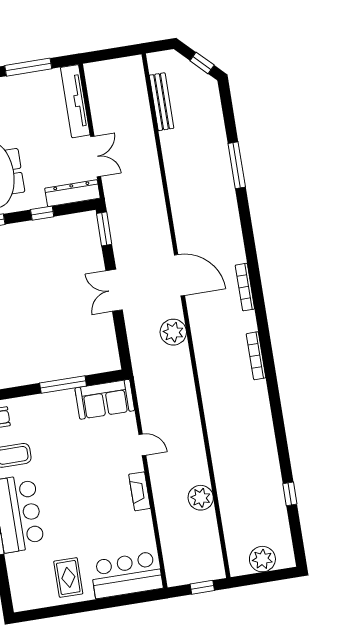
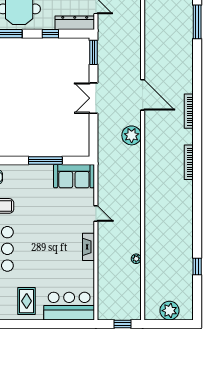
plant: (201, 498) -> (136, 259), width x0.53, depth x0.53

